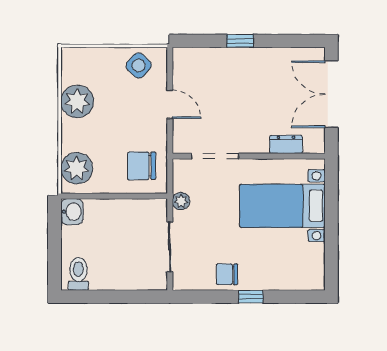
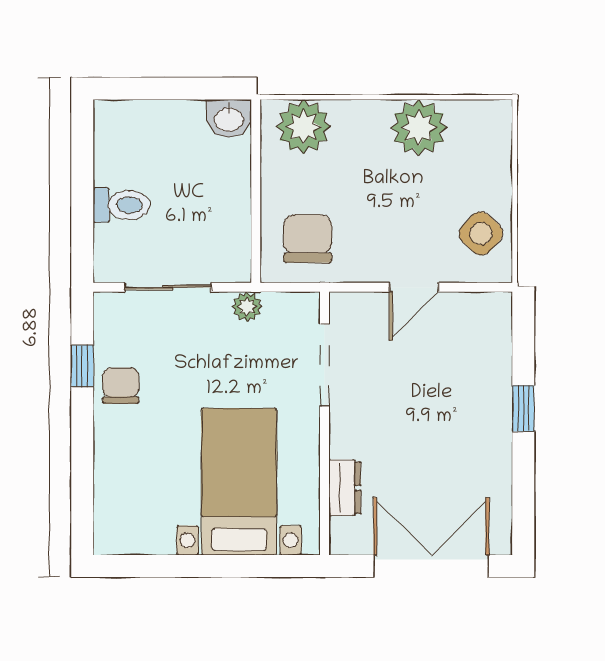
toilet: (78, 274) -> (122, 205), moved
window: (251, 297) -> (82, 366), moved

